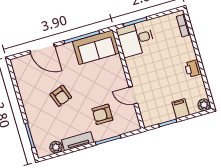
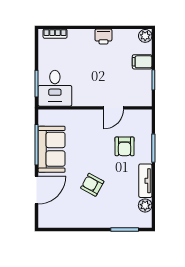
sofa: (96, 47) -> (52, 149), moved
armchair: (61, 96) -> (92, 185), turned -131

